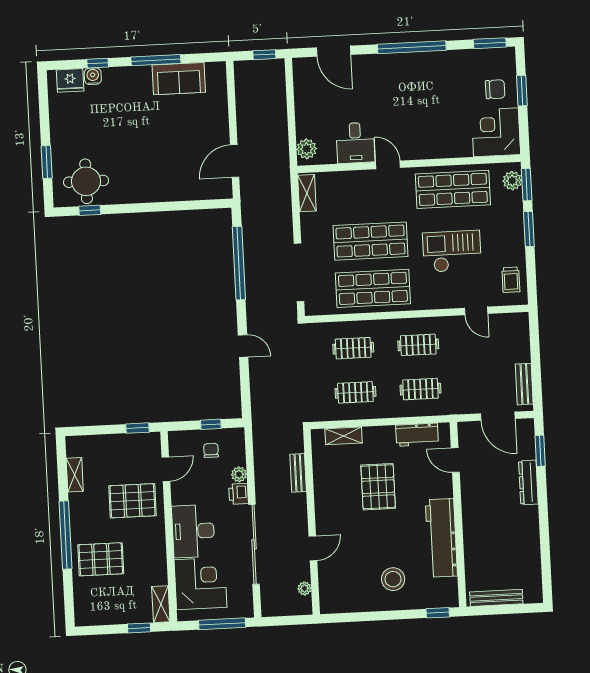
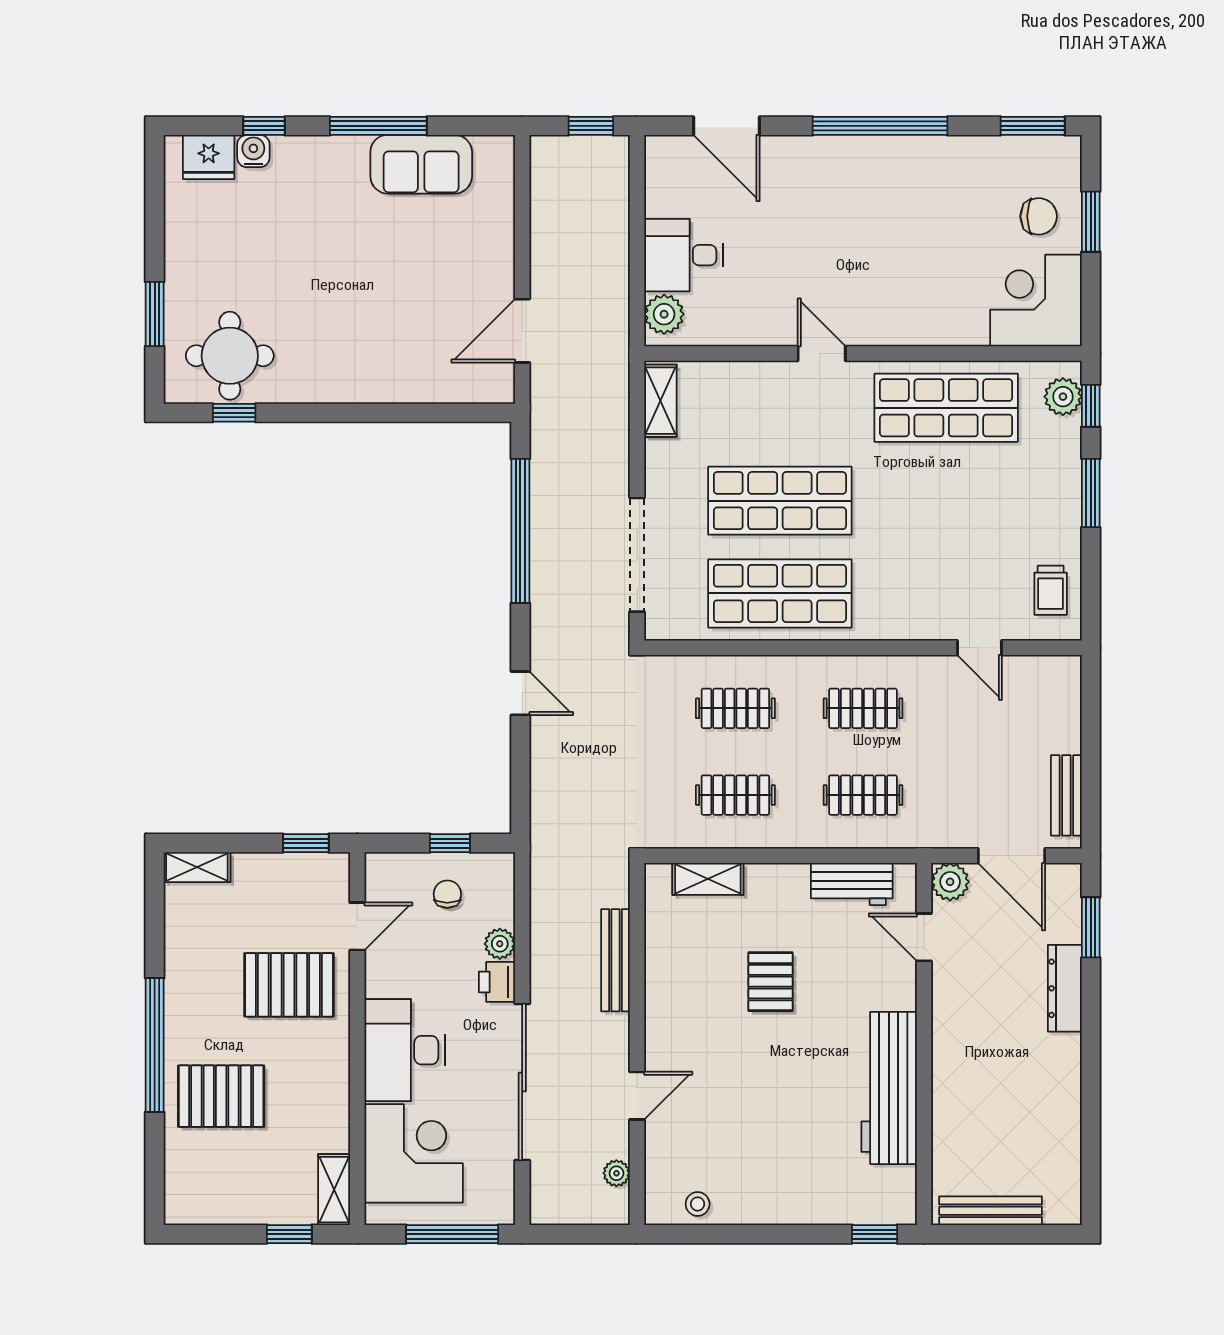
desk: (355, 143) -> (683, 255), moved, turned 90
window: (527, 185) -> (1091, 406), width x0.67
checkout: (452, 251) -> (938, 529), removed
plant: (467, 431) -> (950, 882), added
bench: (298, 473) -> (616, 960), width x1.36
shelving: (75, 475) -> (197, 867), moved, turned 90
pallet: (378, 487) -> (771, 982), width x0.67, depth x0.71
stool: (393, 579) -> (698, 1204), moved, width x0.53, depth x0.53

